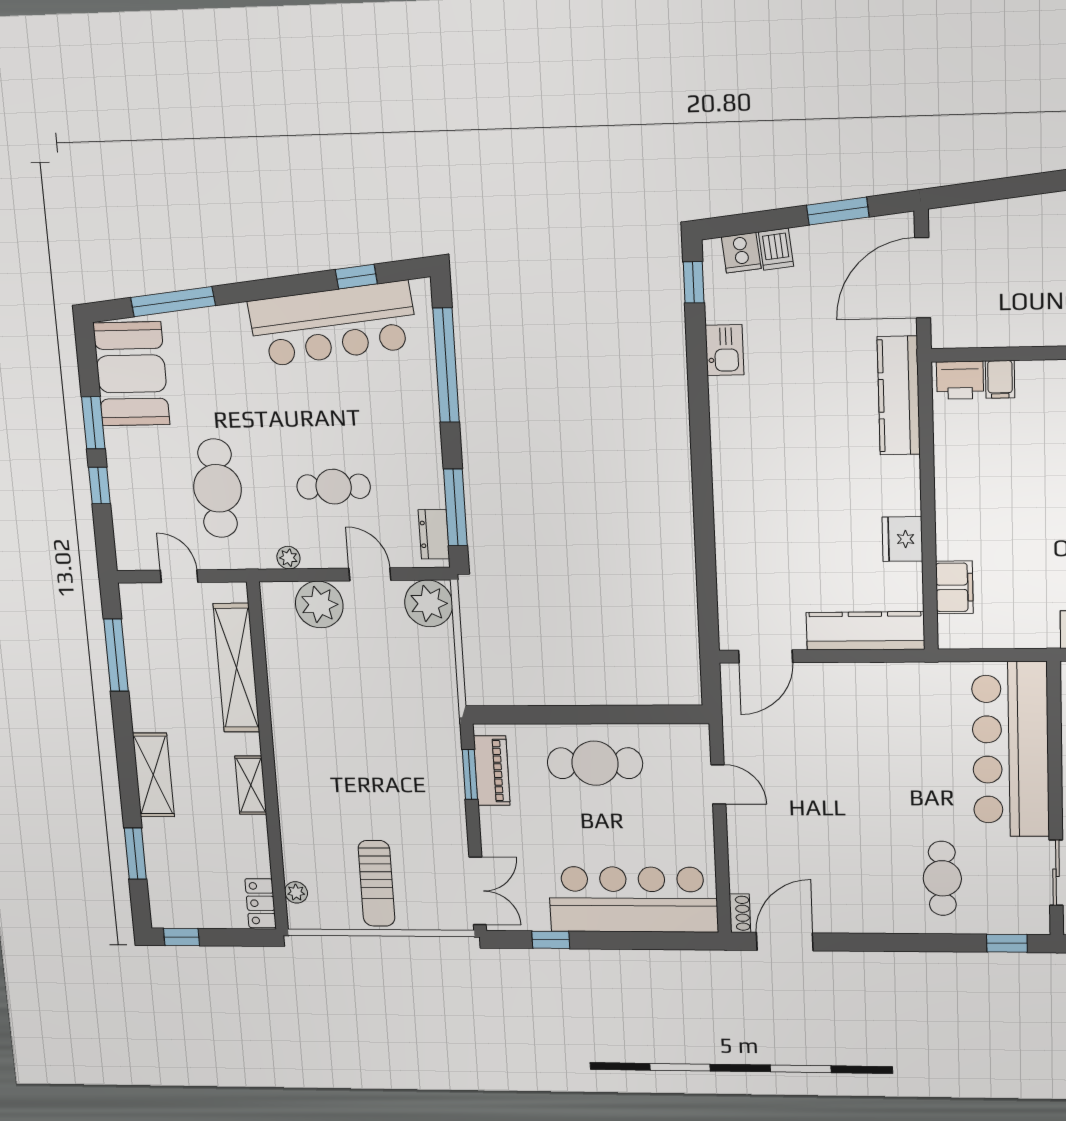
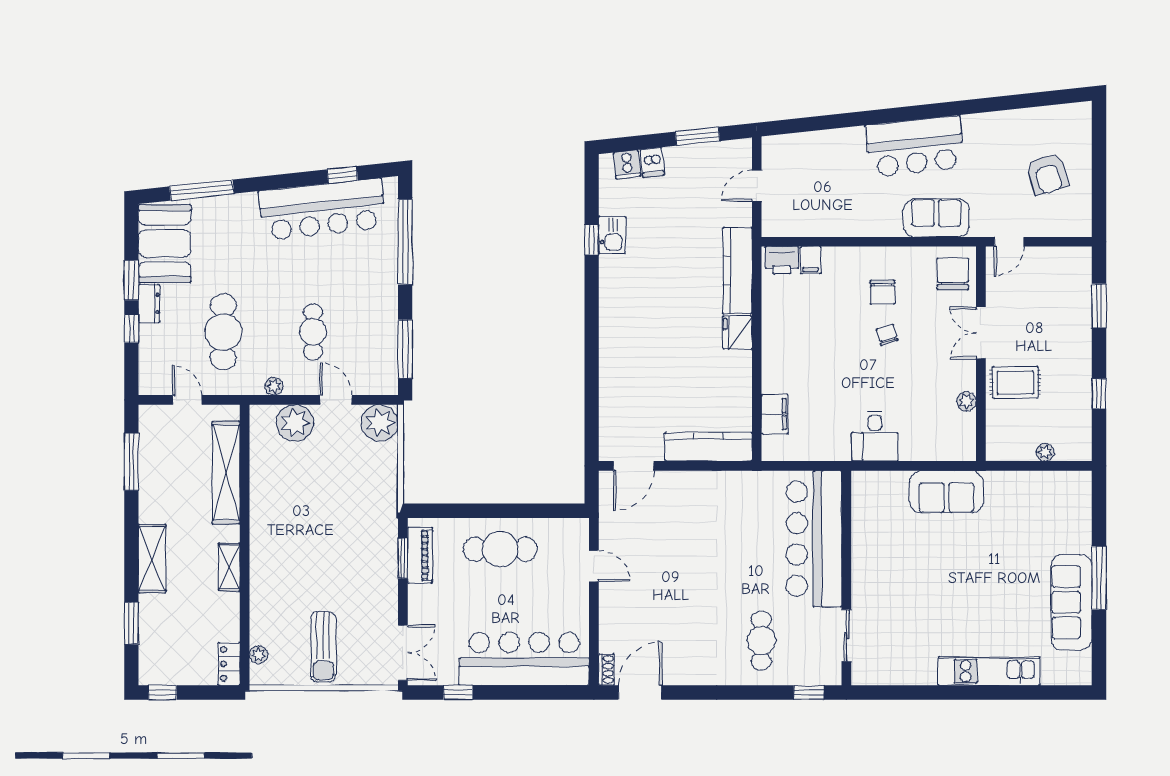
door: (923, 278) -> (757, 186), width x0.53
window: (694, 282) -> (592, 240), moved
cafe table: (334, 487) -> (313, 332), turned 90
dresser: (434, 534) -> (149, 303), moved, turned 180
fridge: (902, 539) -> (738, 333), moved

